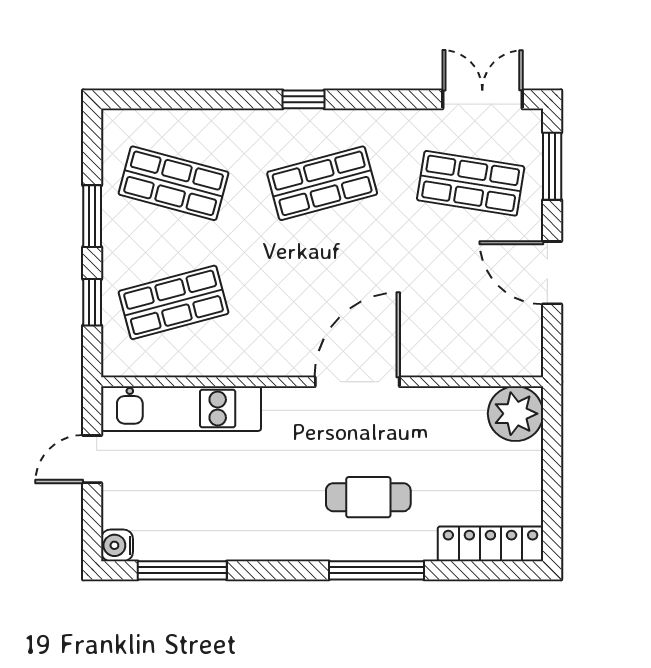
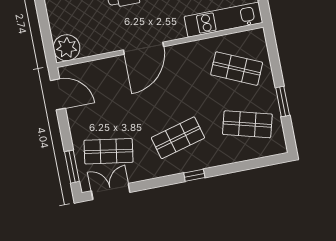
double door: (482, 99) -> (111, 192), swing flipped
door: (552, 273) -> (58, 94), moved
window: (92, 302) -> (275, 61), removed
shop shelf: (174, 302) -> (237, 69), turned 39

